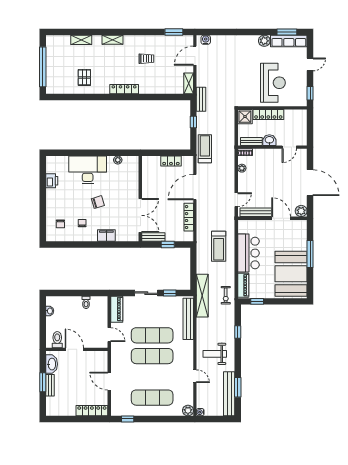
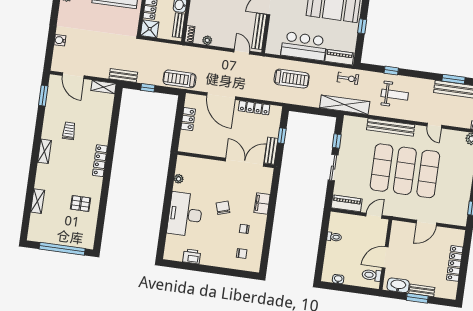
shelving: (112, 40) -> (44, 151), moved
water cooler: (206, 40) -> (60, 40), moved
window: (257, 301) -> (362, 26), moved
bench: (188, 319) -> (391, 127), moved
weight bench: (215, 354) -> (395, 95), moved, turned -90
door: (195, 376) -> (434, 126), swing flipped
exercise mat: (152, 398) -> (428, 174), moved
locker: (92, 411) -> (455, 263), moved

